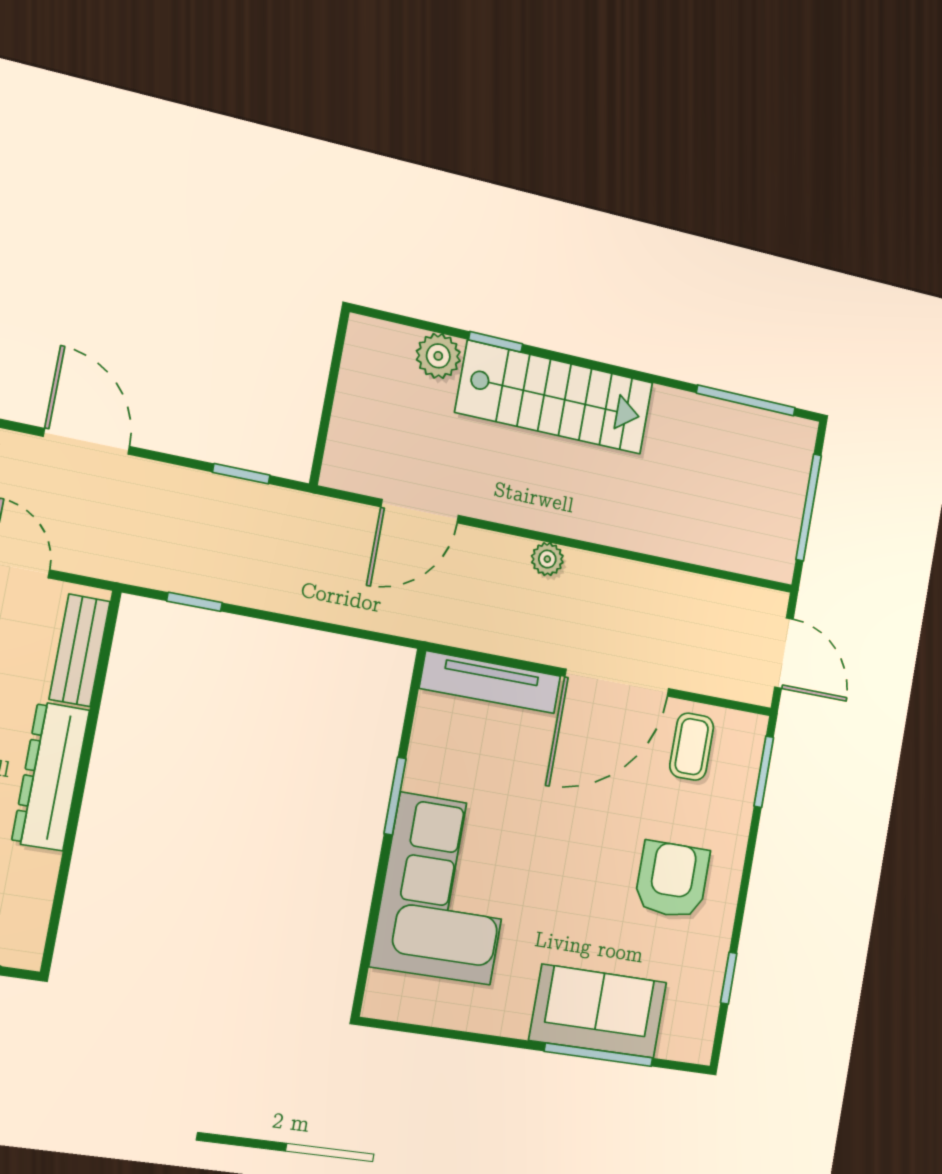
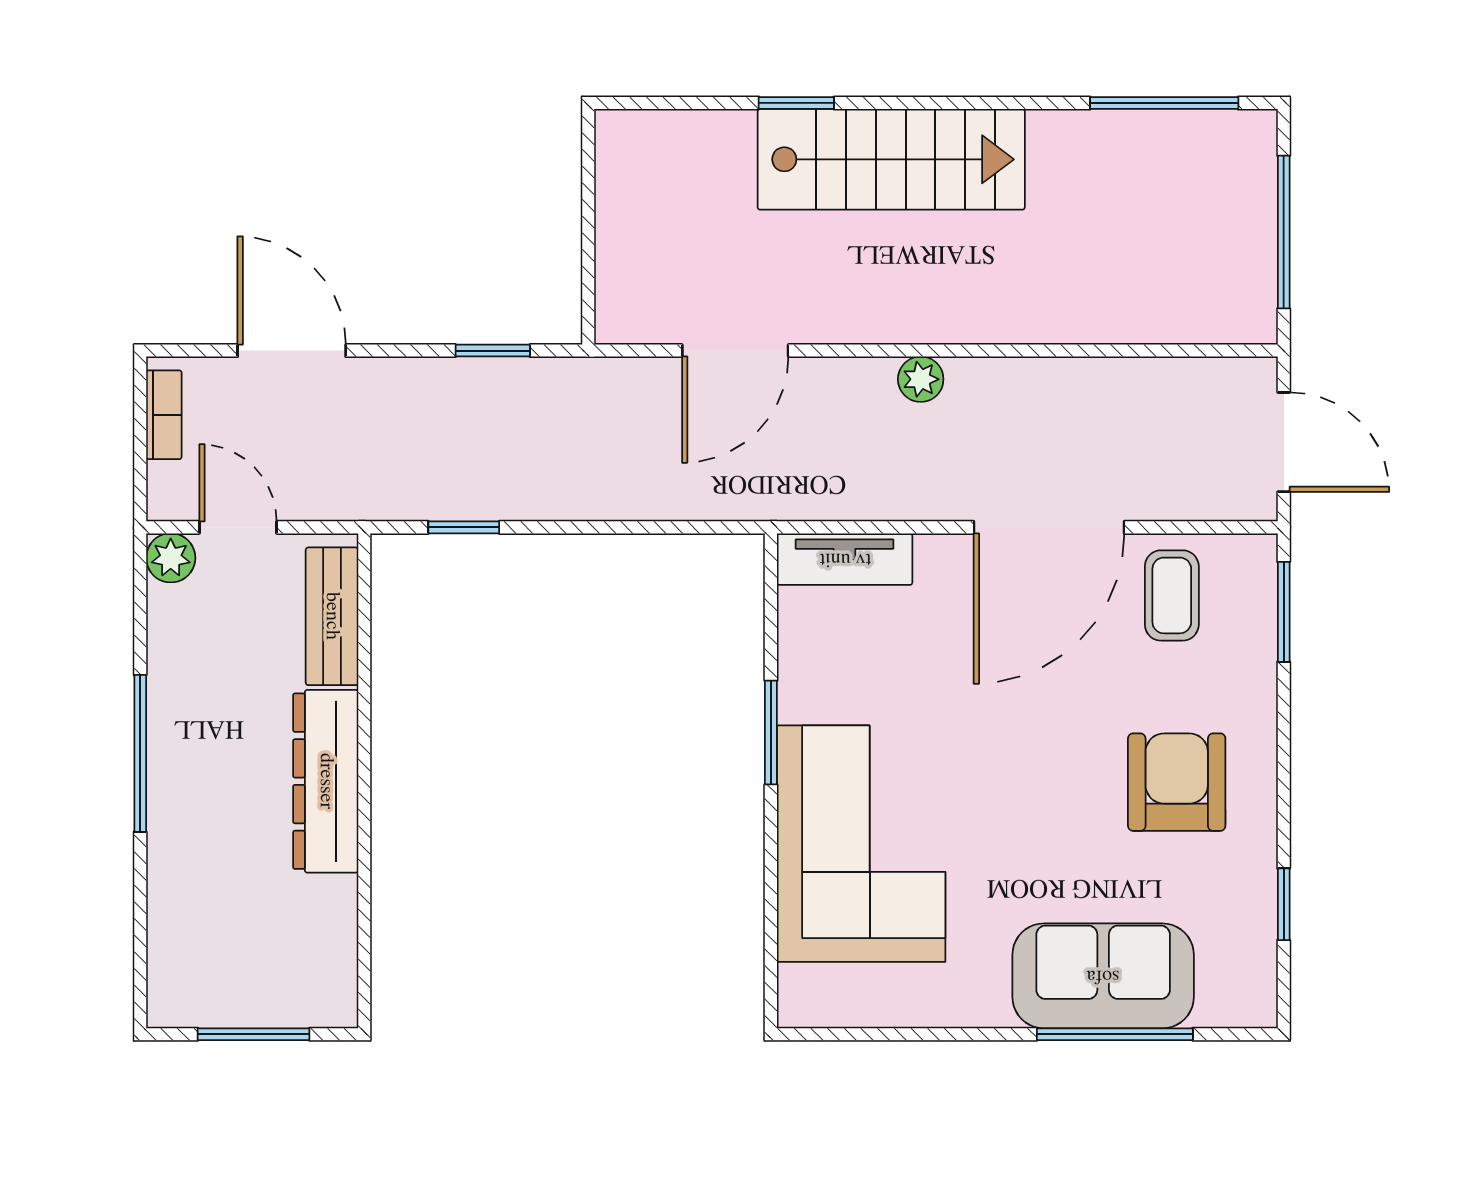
plant: (438, 356) -> (722, 140), removed
tv unit: (490, 682) -> (845, 559), width x0.71

